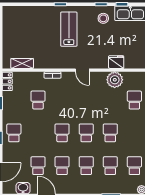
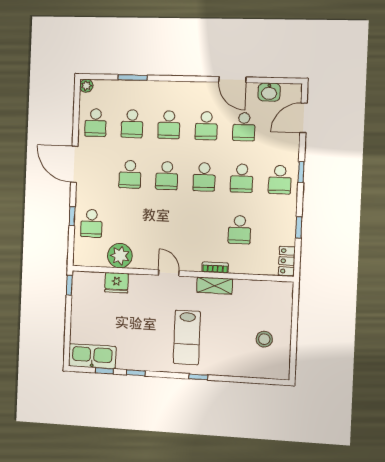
stool: (103, 18) -> (264, 339), moved
shelving: (22, 63) -> (215, 286), moved
school desk: (38, 133) -> (242, 178), added

